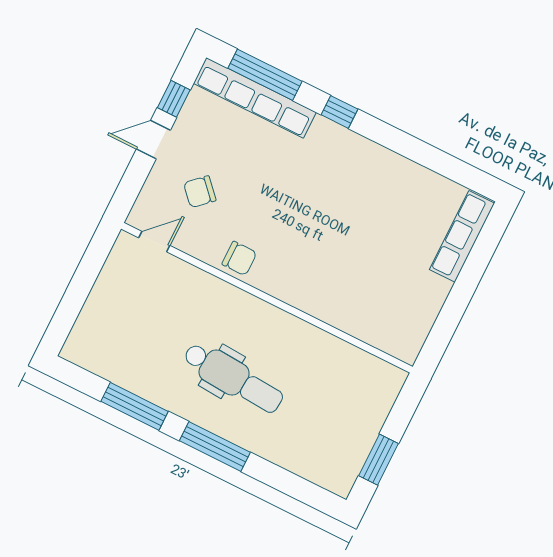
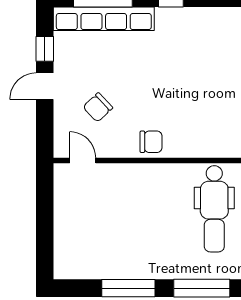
door: (154, 242) -> (83, 160), hinge flipped
dental chair: (233, 378) -> (214, 209), moved, turned 86

